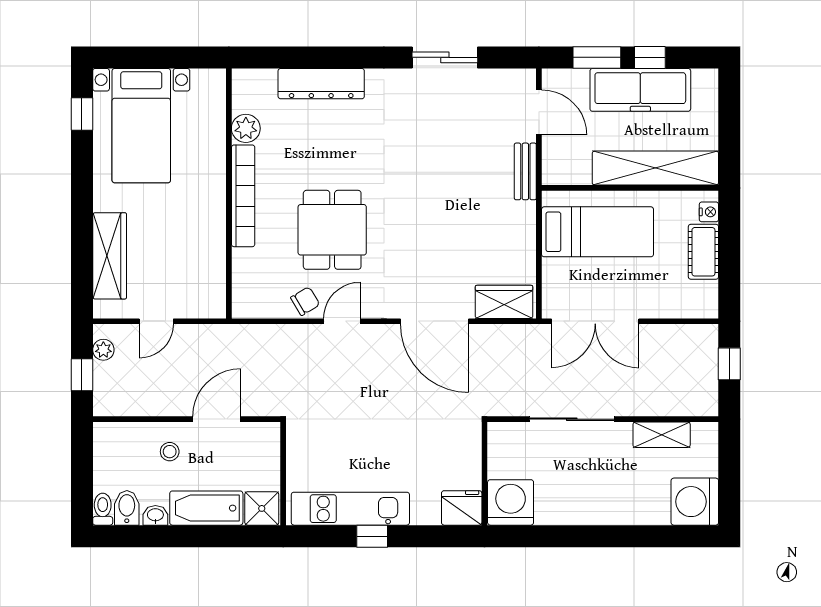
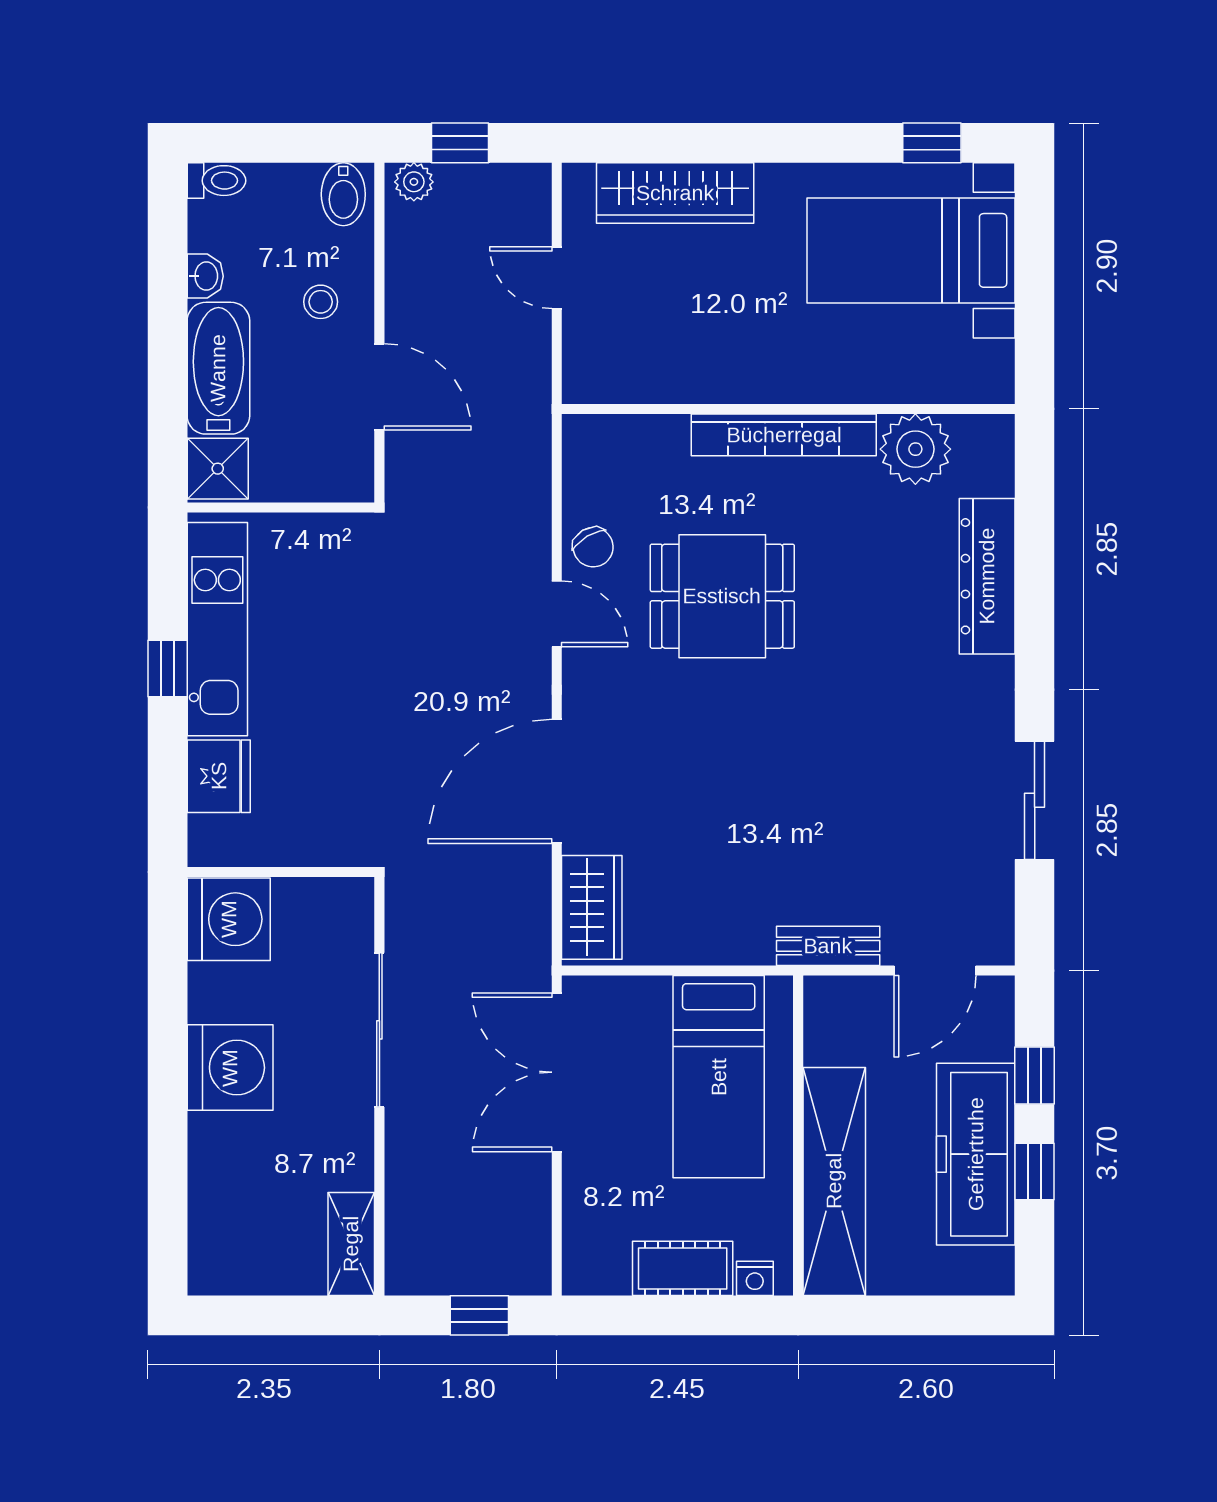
window: (597, 57) -> (1035, 1075), width x0.67
plant: (246, 128) -> (915, 449), width x1.36, depth x1.36
plant: (103, 350) -> (414, 182), moved
shelving: (662, 435) -> (351, 1244), moved
washing machine: (695, 502) -> (230, 1068), moved, turned 90
bidet: (127, 508) -> (343, 194), moved, turned 90
fridge: (462, 508) -> (219, 776), moved

